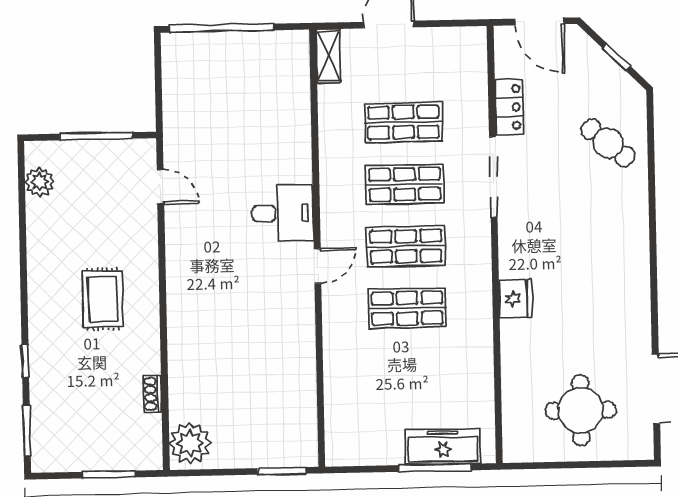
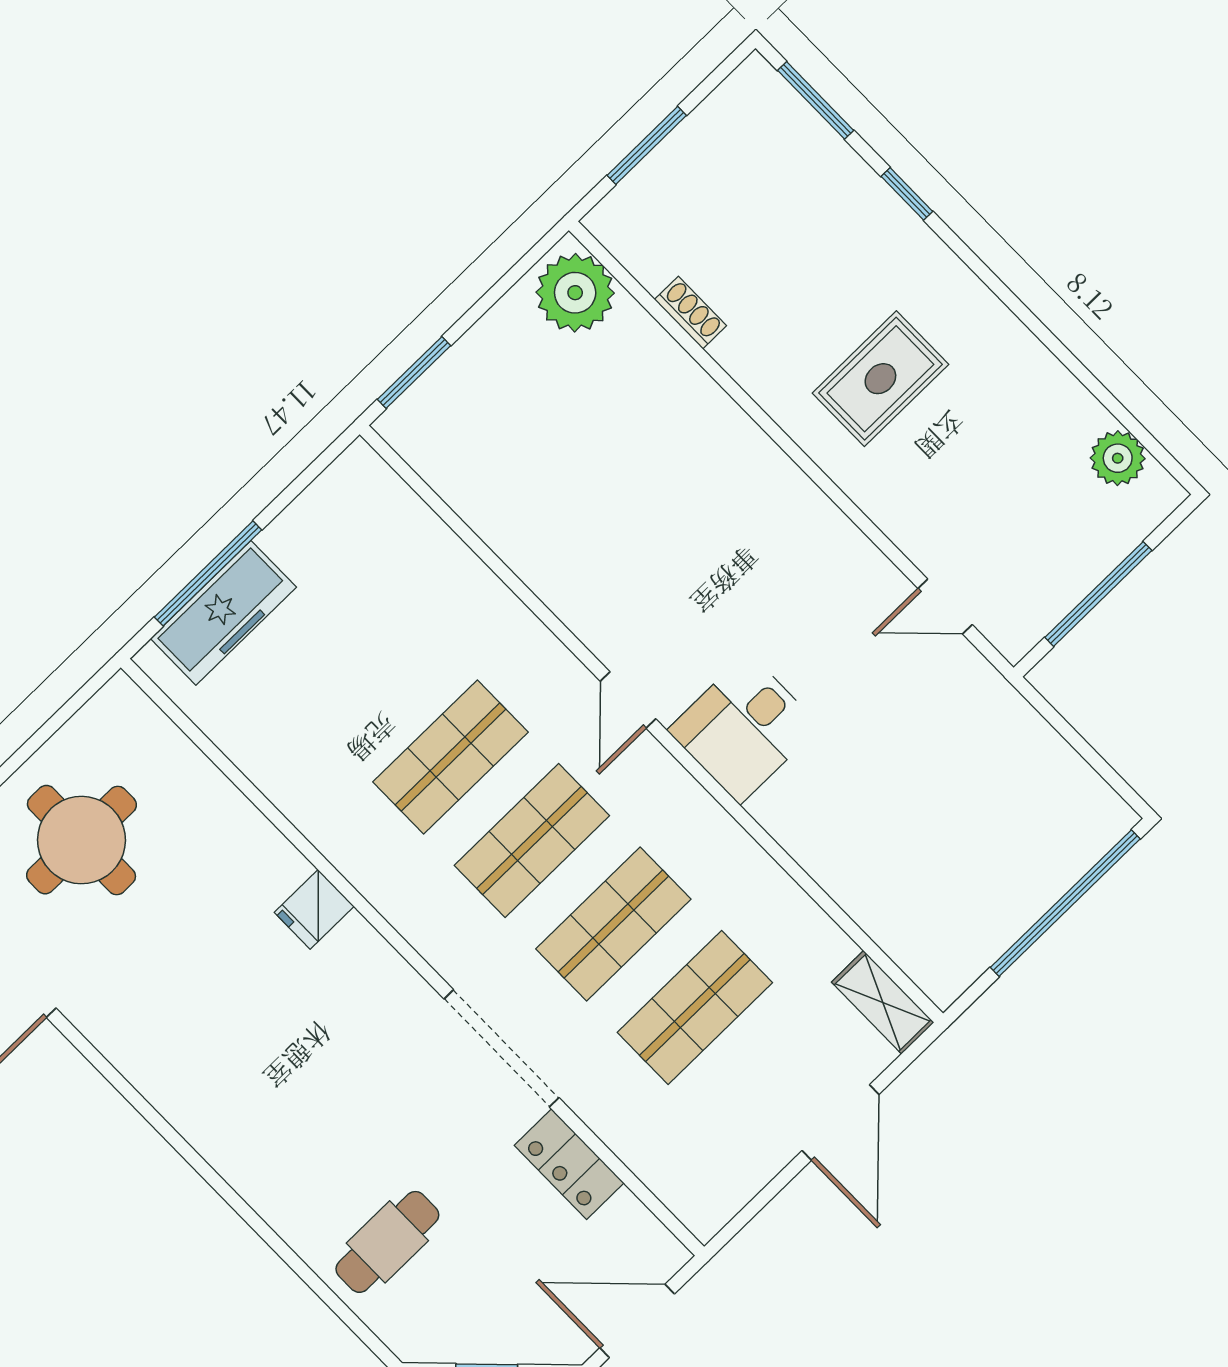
cafe table: (608, 143) -> (387, 1242), turned -40
rug: (103, 299) -> (880, 379), turned 90
fridge: (516, 299) -> (314, 909), width x0.72

